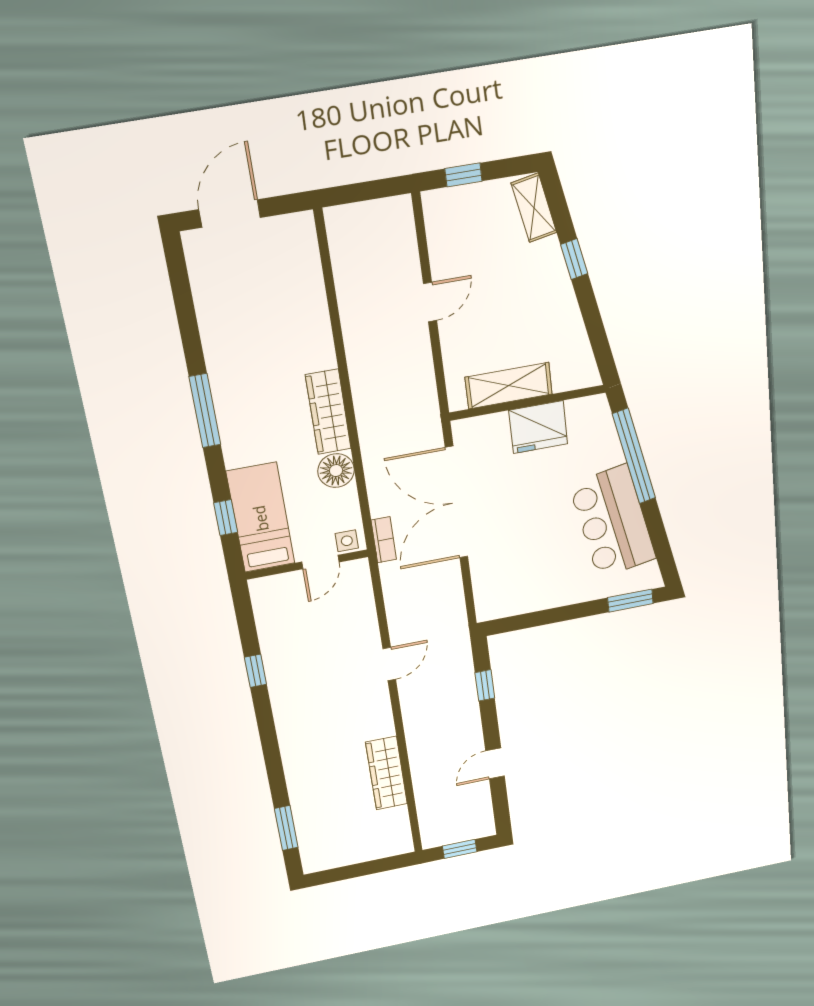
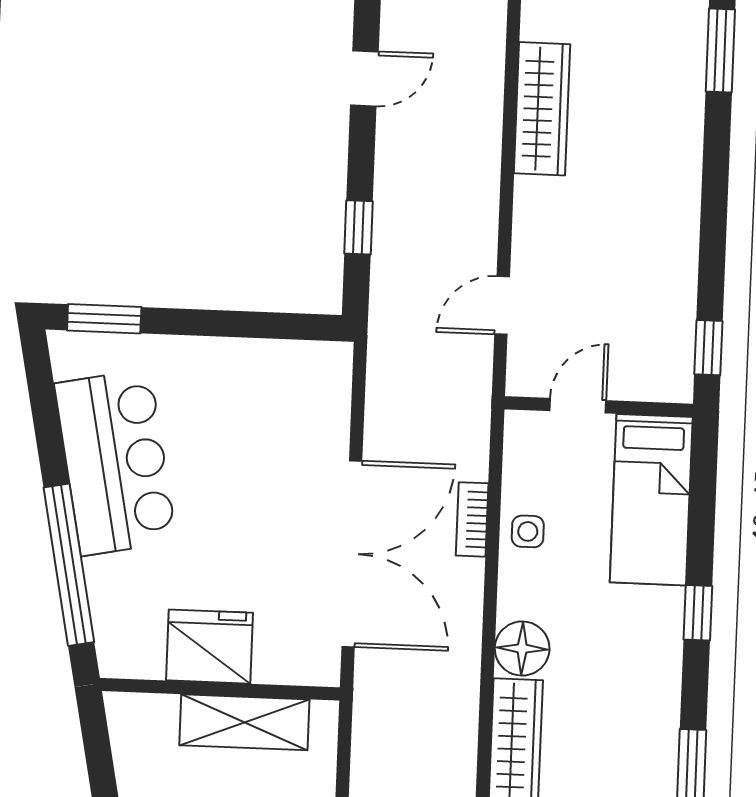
bed: (261, 518) -> (651, 500), moved
door: (320, 562) -> (578, 406), moved
wall: (307, 565) -> (599, 407), moved

